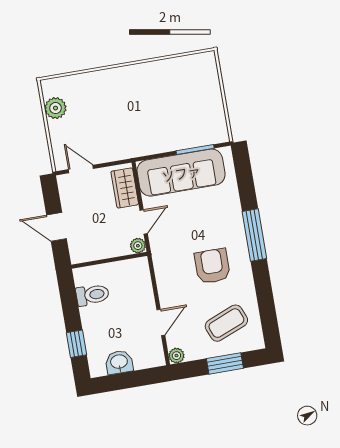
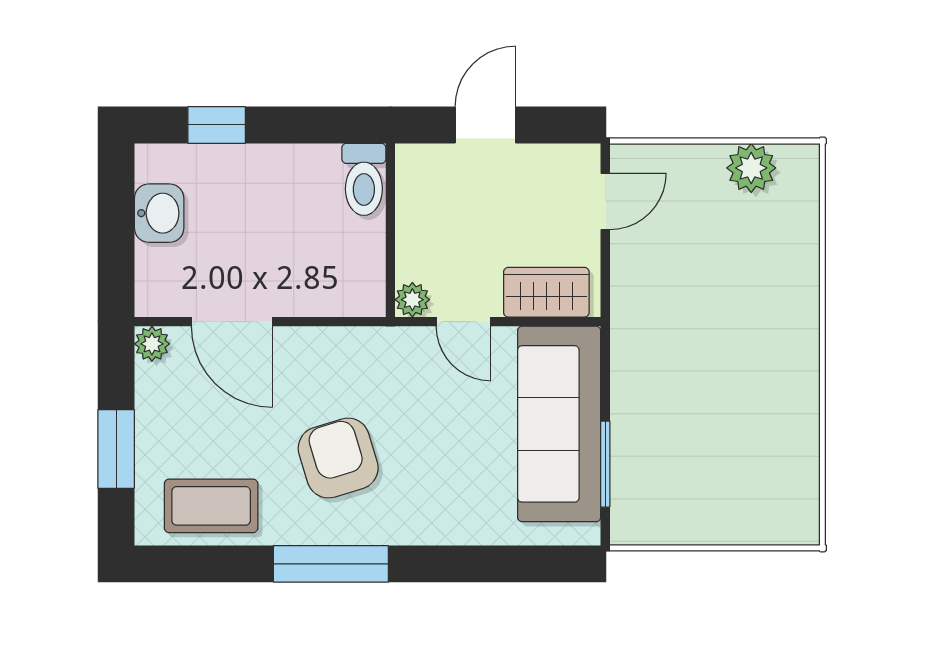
window: (254, 235) -> (331, 564), moved
armchair: (212, 266) -> (338, 458), turned -107
toilet: (92, 295) -> (364, 179), moved
door: (161, 322) -> (232, 322), width x1.38
coffee table: (226, 323) -> (211, 506), moved, turned -68

